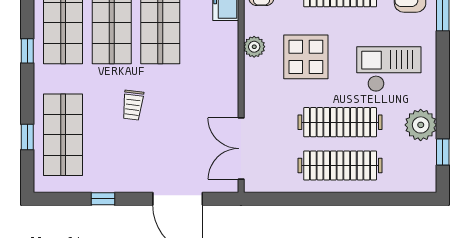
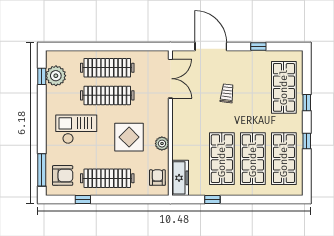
checkout: (389, 69) -> (76, 129), turned 180
trolley: (133, 105) -> (227, 93), moved
plant: (421, 125) -> (56, 76), moved
window: (27, 137) -> (307, 103), moved

